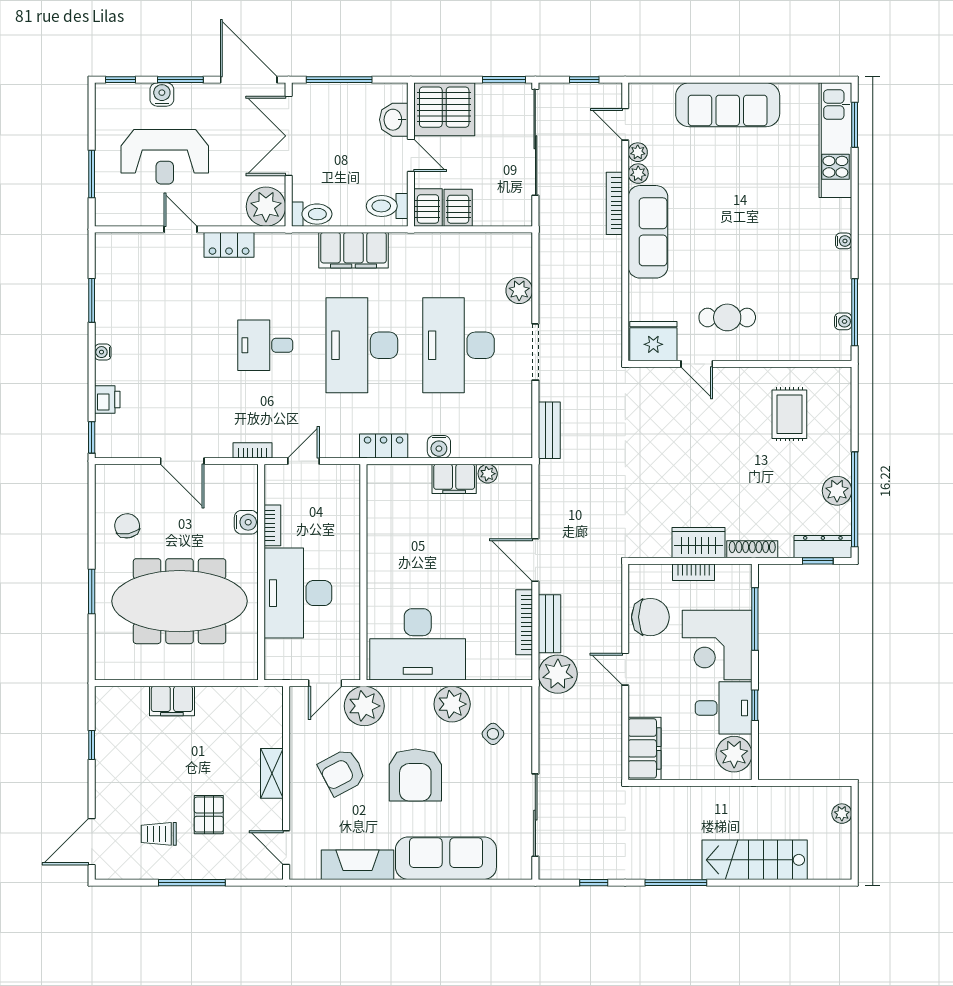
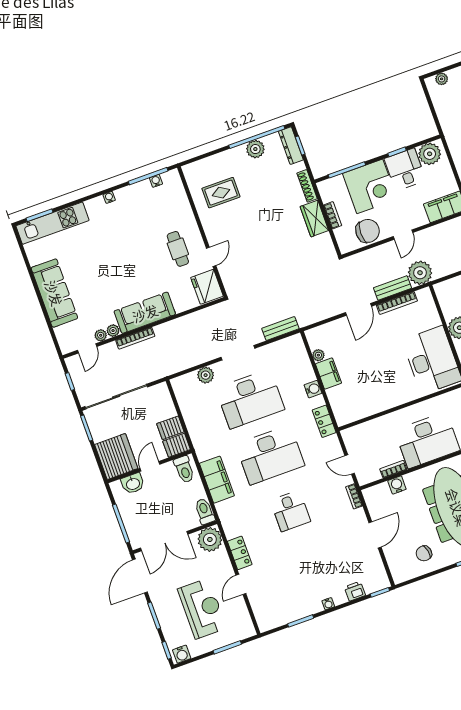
water cooler: (162, 94) -> (182, 654), moved, turned -90
chair: (650, 617) -> (368, 231), turned 90

